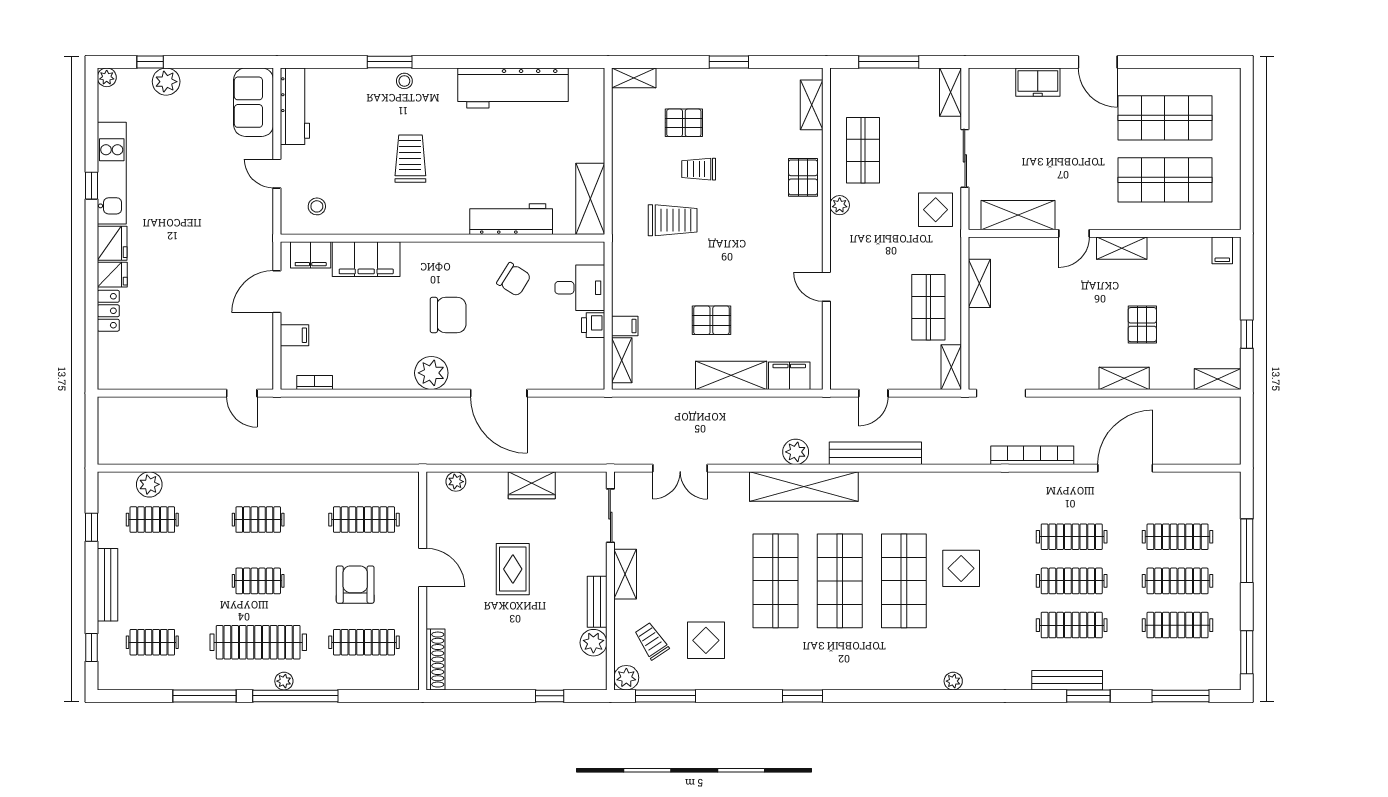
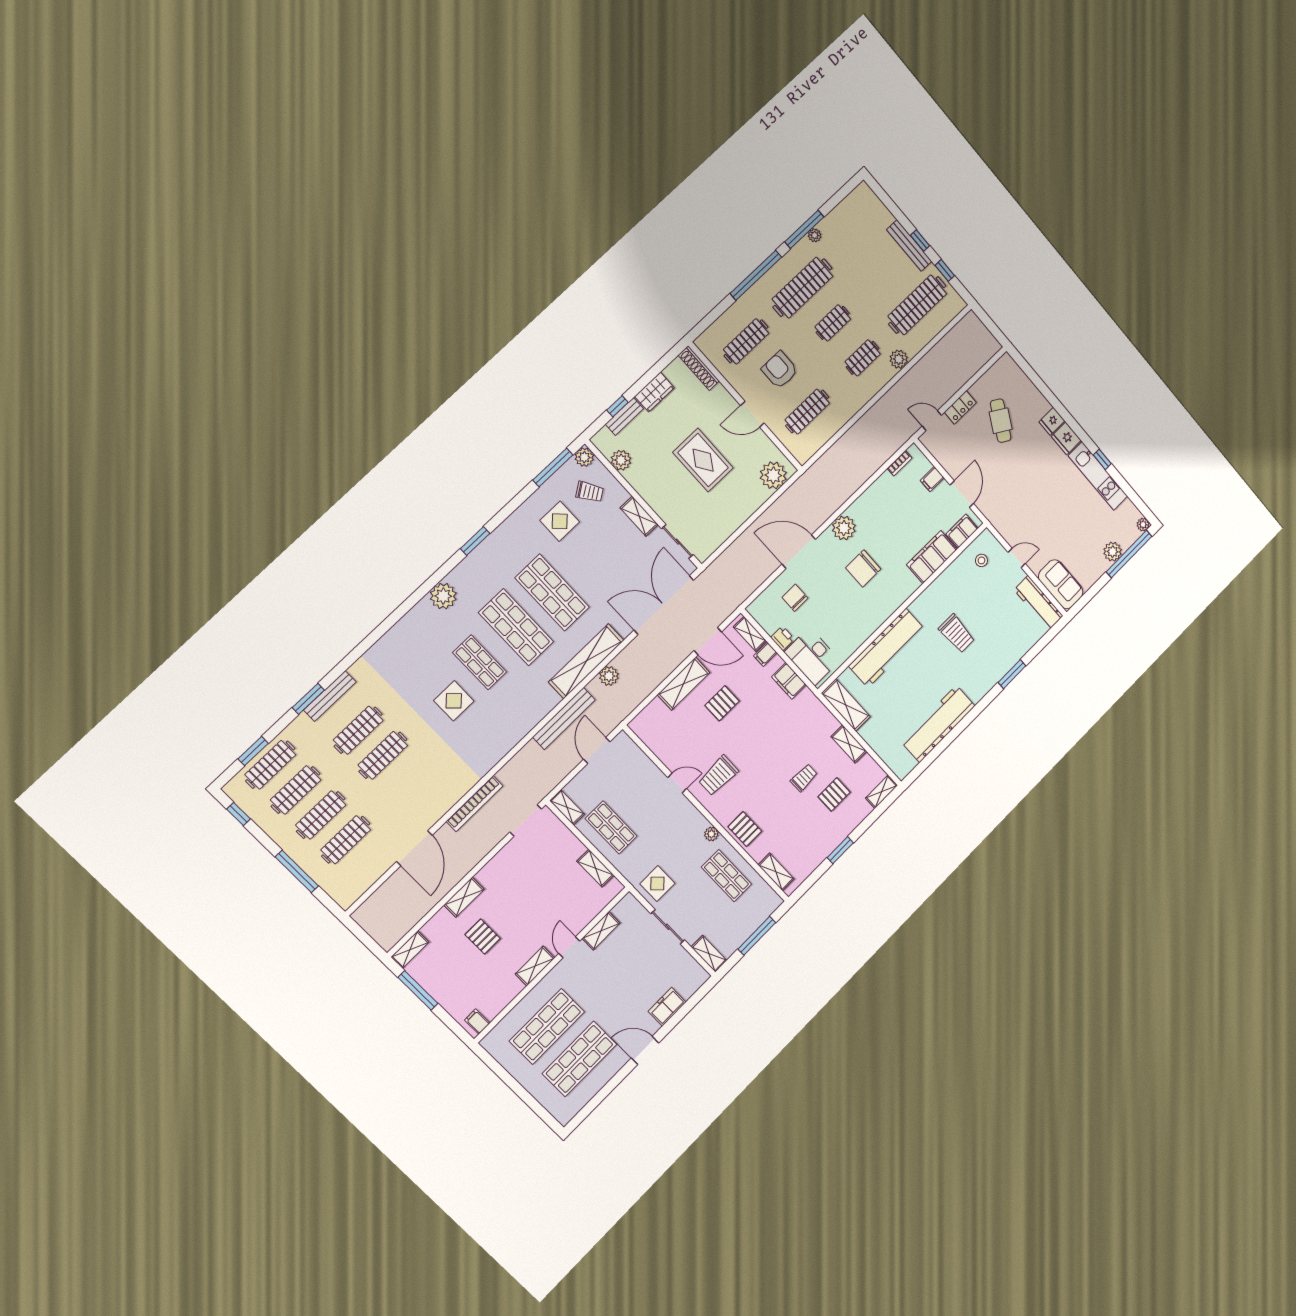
window: (150, 62) -> (1129, 554), width x3.17
stool: (404, 81) -> (996, 672), removed
shelving: (623, 158) -> (849, 744), added
shelving: (1018, 215) -> (601, 931), width x0.67, depth x0.75
workbench: (511, 219) -> (887, 648), width x1.36, depth x1.32
trolley: (673, 220) -> (718, 776), moved
chair: (514, 279) -> (795, 598), moved, turned 58
desk: (580, 288) -> (812, 656), width x1.37
locker: (108, 311) -> (960, 407), moved, turned -90
cafe table: (168, 326) -> (1001, 421), added
window: (1247, 334) -> (418, 990), width x2.17
filing cabinet: (789, 376) -> (789, 681), moved, turned 90
door: (670, 393) -> (708, 641), added
door: (873, 393) -> (597, 751), width x1.38
double door: (680, 468) -> (664, 605), width x1.87
plant: (456, 482) -> (773, 475), width x1.87, depth x1.87
plant: (149, 484) -> (899, 359), moved
wardrobe: (532, 485) -> (654, 392), moved, turned 180
clothes rail: (152, 520) -> (917, 305), width x1.86, depth x1.31
clothes rail: (1072, 537) -> (270, 765), moved
rug: (513, 569) -> (703, 460), width x1.36, depth x1.43
shop shelf: (904, 581) -> (480, 662), width x0.70, depth x0.74
armchair: (355, 585) -> (780, 370), turned 180
bench: (597, 602) -> (624, 416), moved, turned 90
clothes rail: (152, 642) -> (858, 235), removed
window: (91, 648) -> (920, 241), moved
window: (1247, 652) -> (239, 814), width x0.67
plant: (284, 681) -> (815, 235), moved
plant: (953, 681) -> (443, 596), moved, width x1.88, depth x1.88
window: (1181, 696) -> (253, 751), width x0.69

